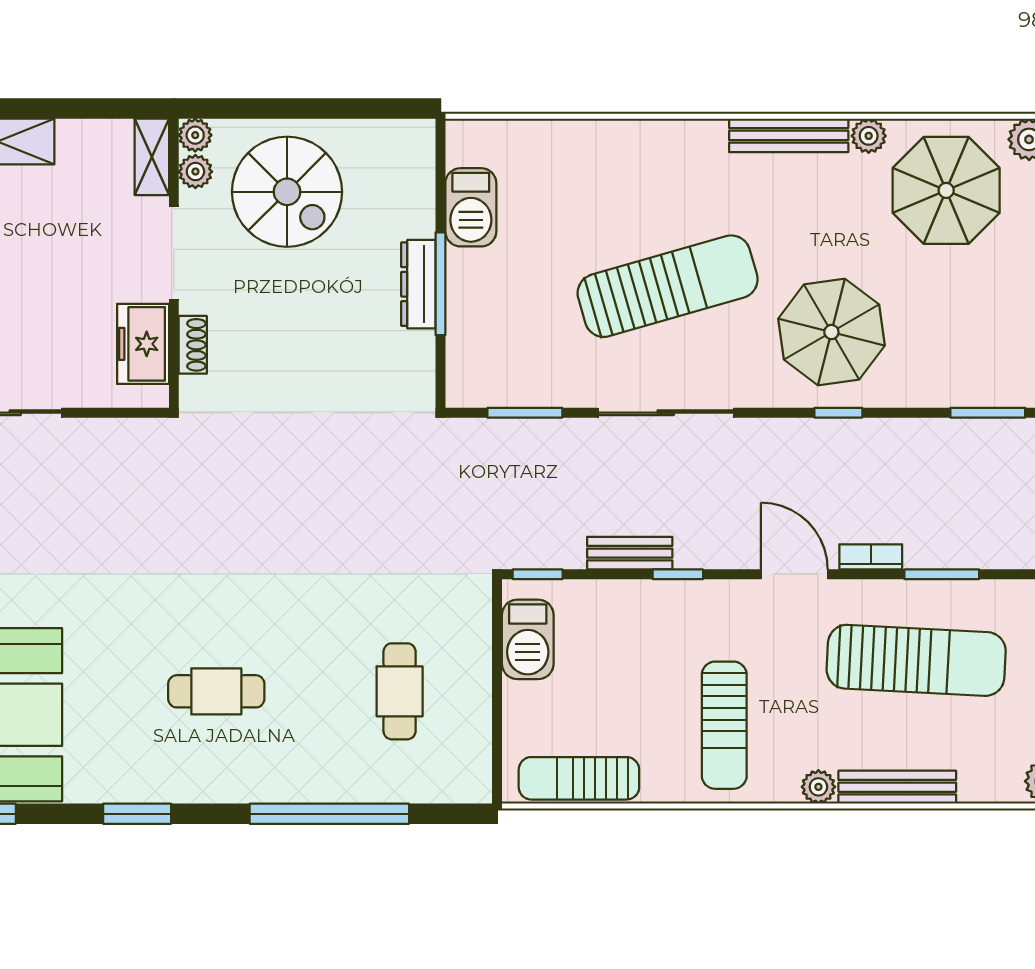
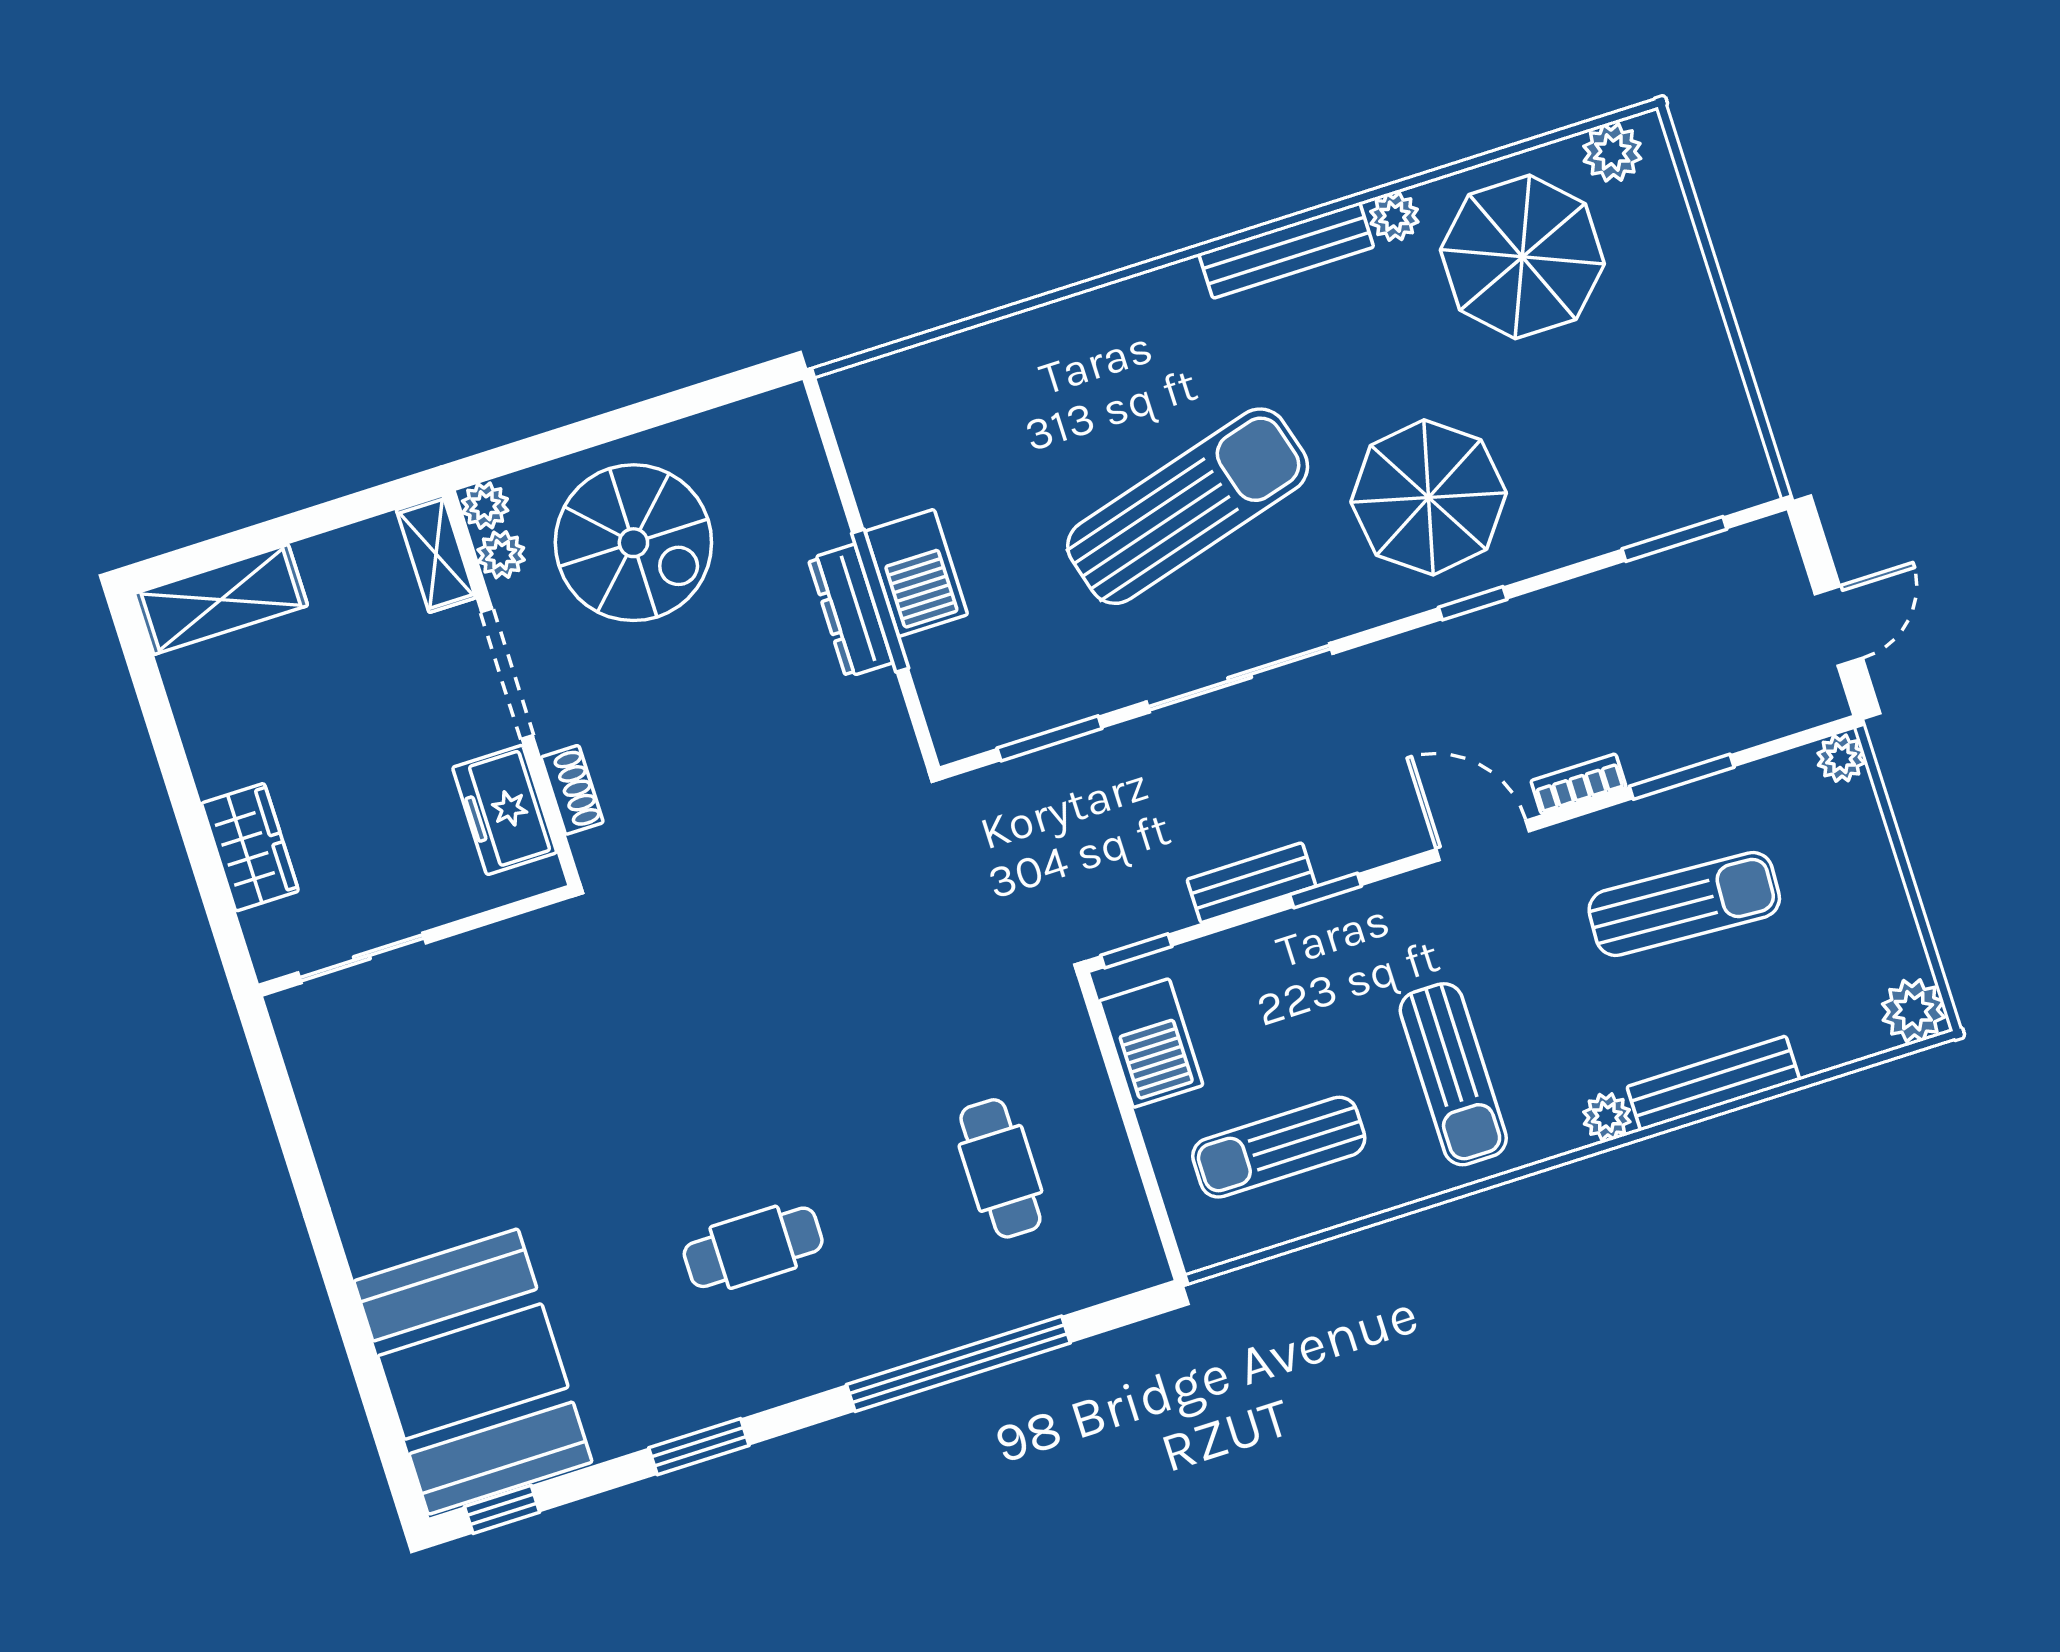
barbecue: (471, 207) -> (916, 573), moved
sun lounger: (916, 660) -> (1684, 904), width x0.73, depth x0.75
sun lounger: (579, 778) -> (1279, 1147), moved

